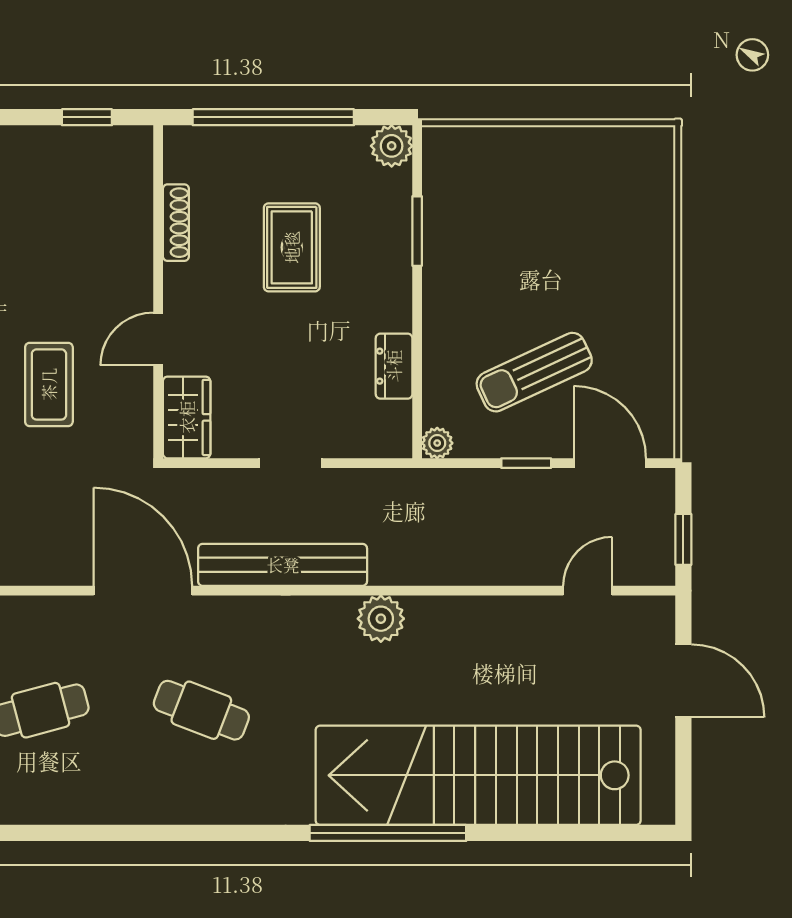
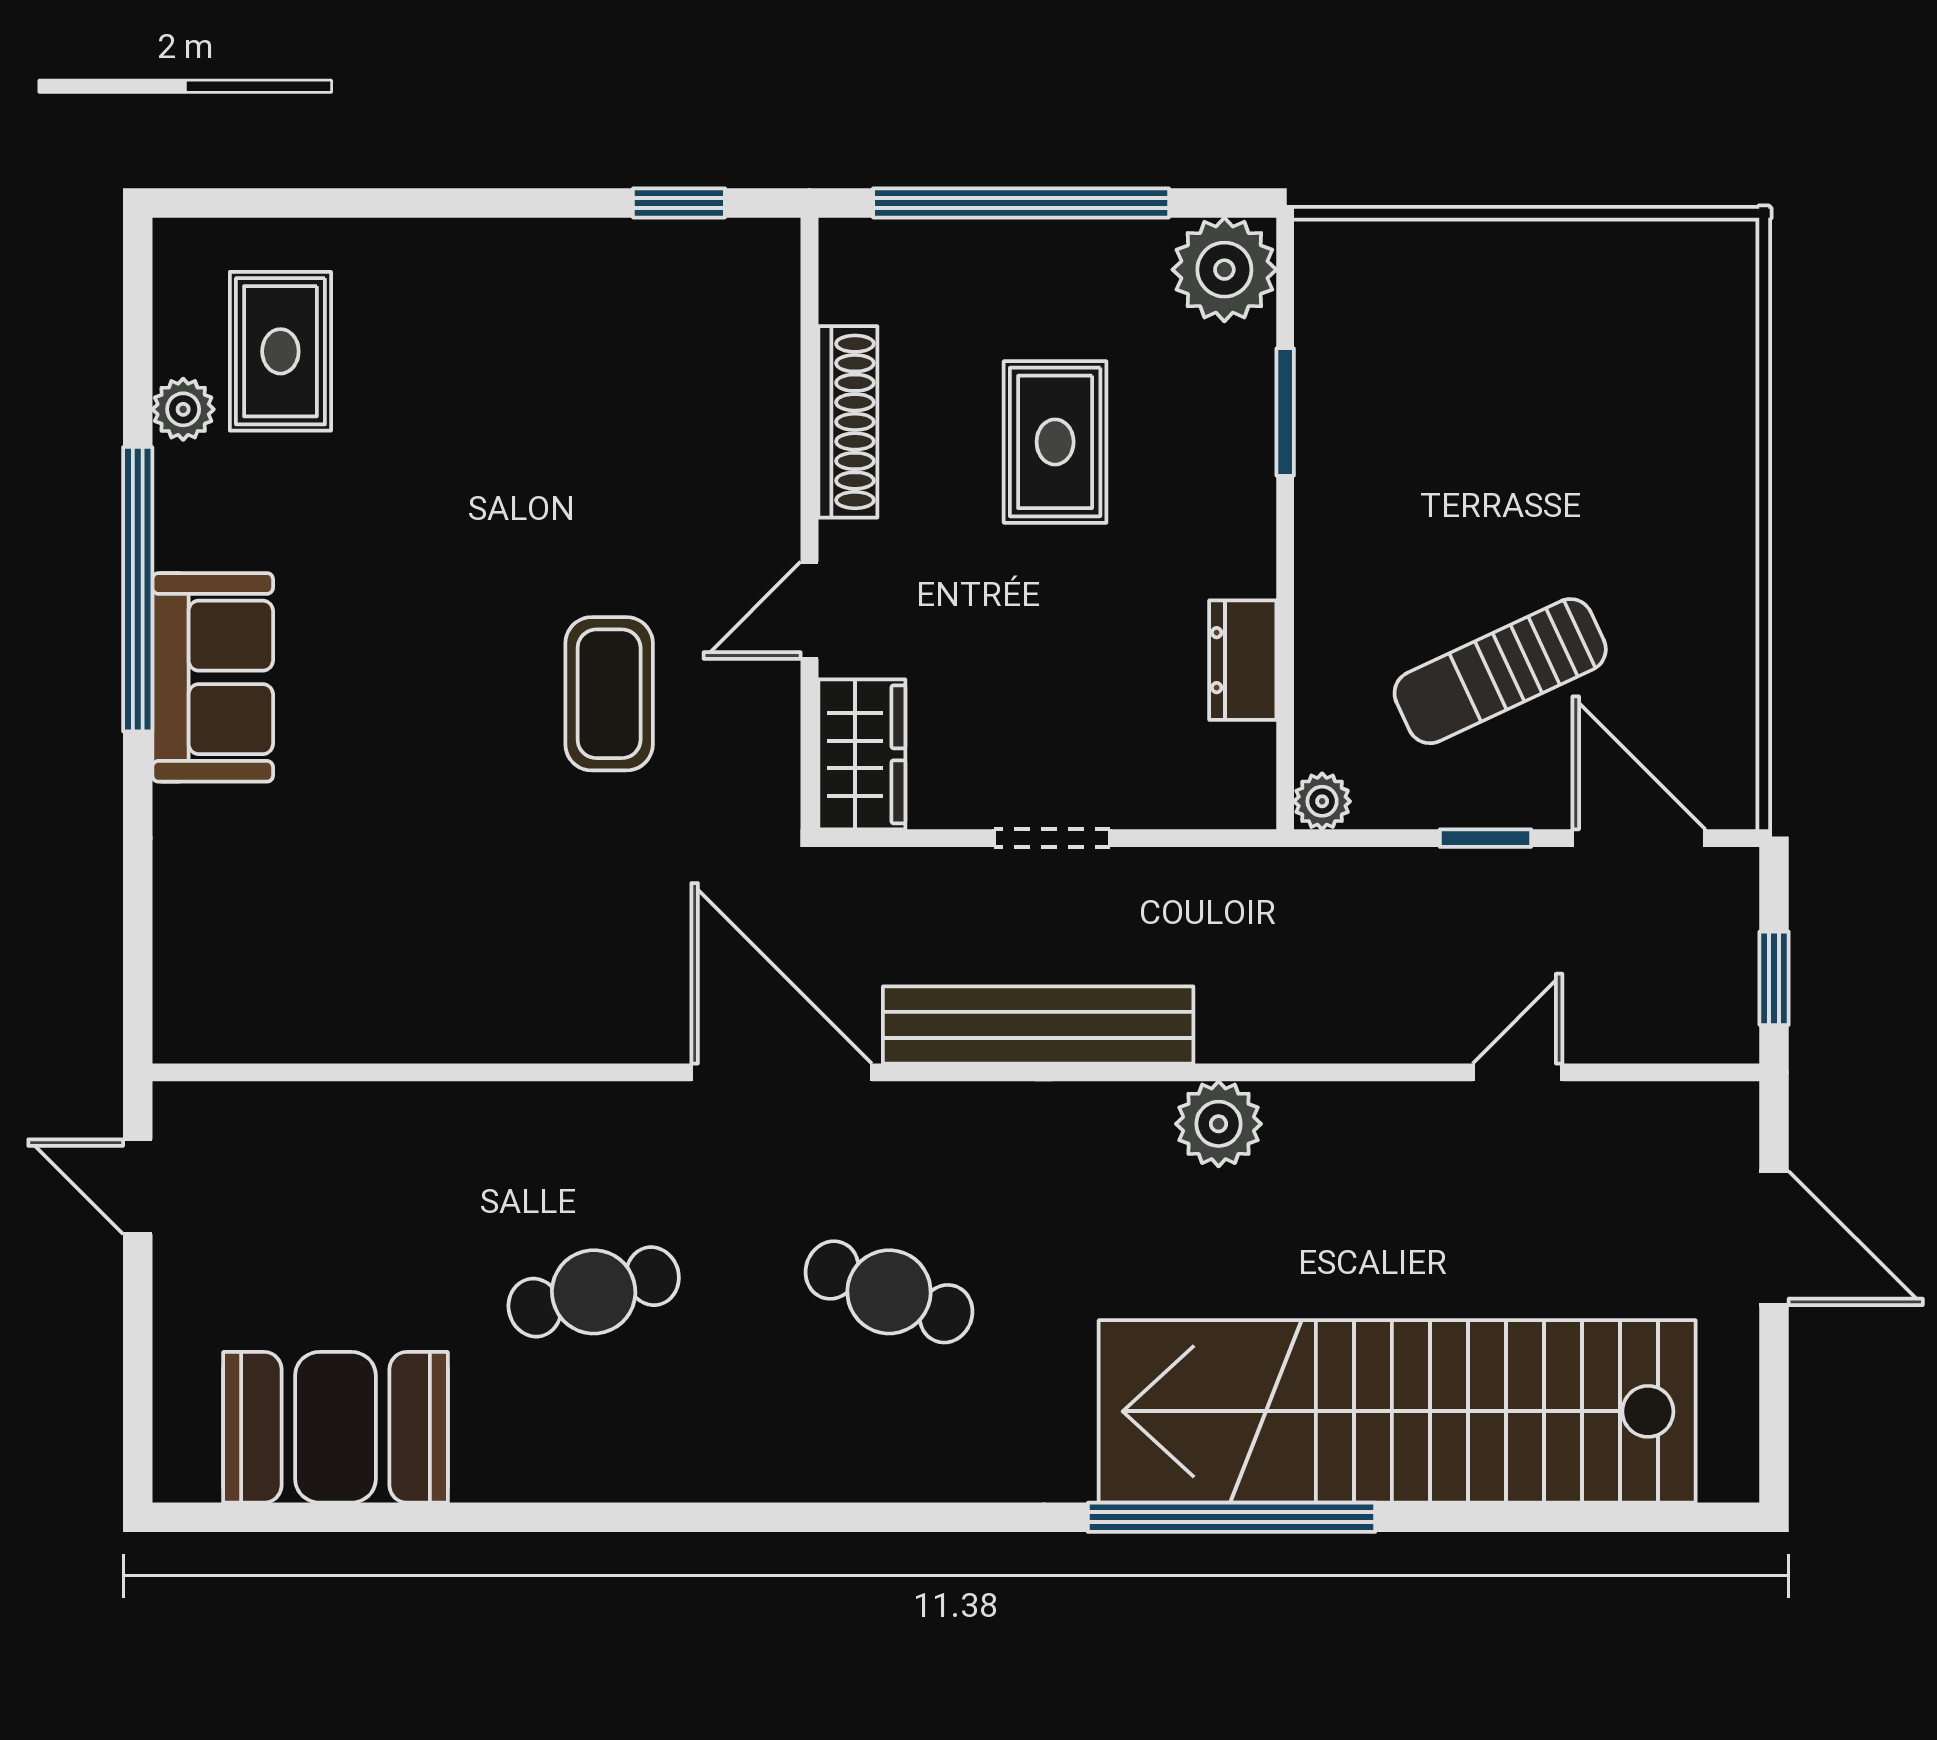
plant: (392, 146) -> (1224, 270), width x1.36, depth x1.36
shoe rack: (176, 223) -> (848, 422), width x1.36, depth x1.24
door: (588, 591) -> (1517, 1072), moved

